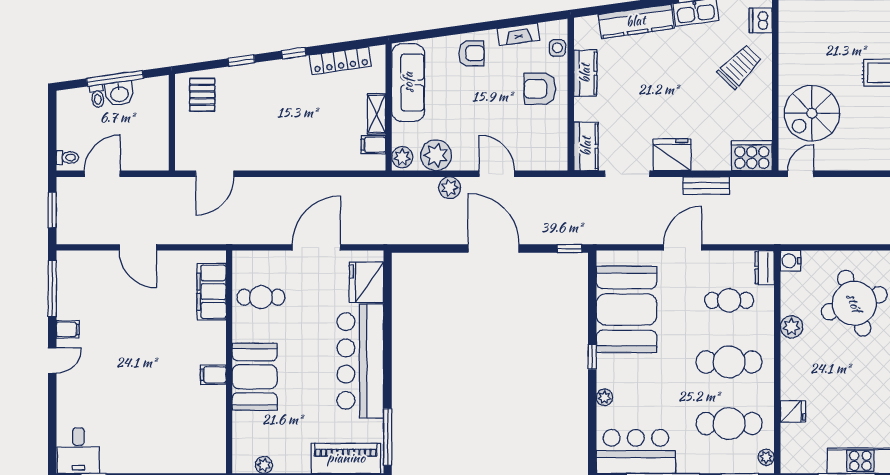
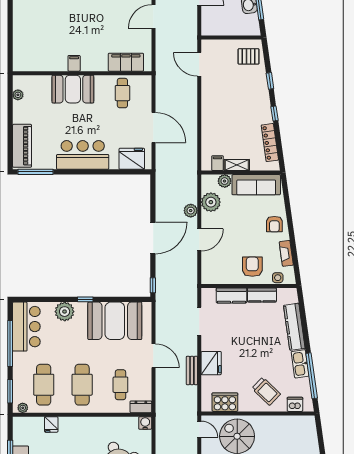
kitchen counter: (586, 146) -> (231, 295), moved
fridge: (672, 155) -> (211, 363), moved
cooker: (752, 156) -> (225, 402), moved, turned -90
plant: (402, 157) -> (225, 181), moved
plant: (791, 327) -> (104, 424), removed
bar counter: (360, 361) -> (83, 155), width x0.73
plant: (604, 397) -> (65, 312), width x1.88, depth x1.88

